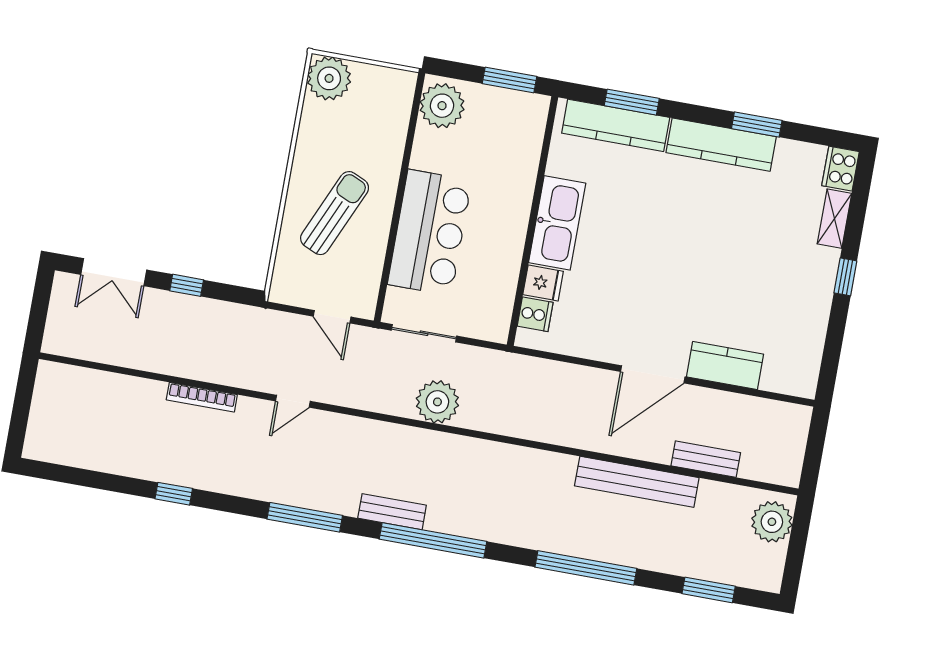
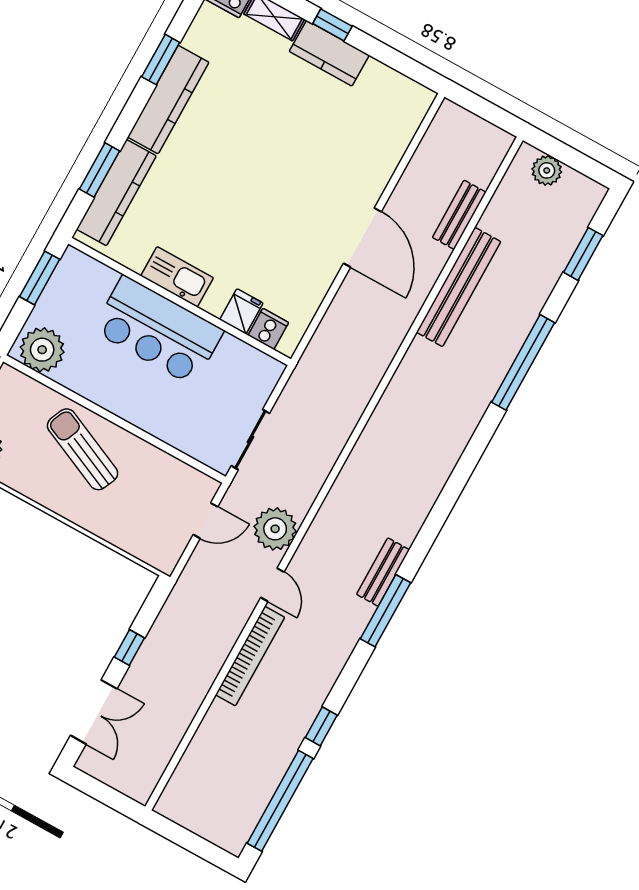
sun lounger: (335, 213) -> (83, 449), moved
kitchen sink: (557, 223) -> (177, 277), width x0.73, depth x0.81
bar counter: (430, 232) -> (158, 330), moved, turned 180
kitchen counter: (725, 366) -> (329, 53), moved, turned -90
bookcase: (202, 397) -> (250, 656), width x1.48, depth x1.31
plant: (437, 402) -> (275, 529), moved
bench: (392, 512) -> (383, 572), moved
plant: (772, 522) -> (547, 170), width x0.73, depth x0.73
window: (433, 540) -> (280, 801), moved

